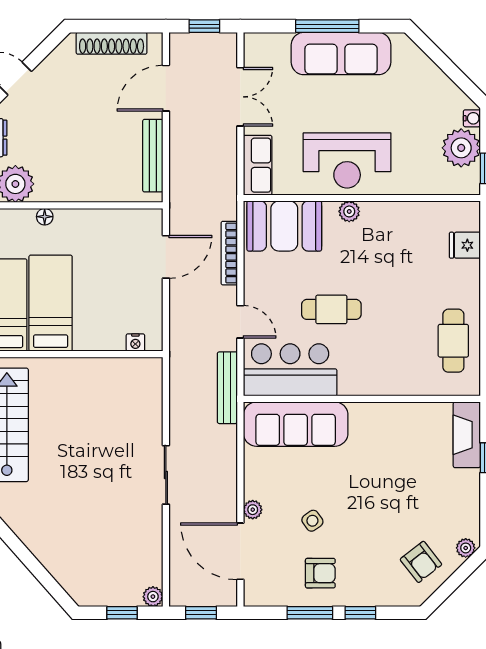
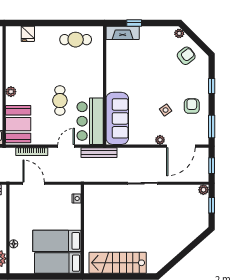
window: (310, 613) -> (212, 127), moved

